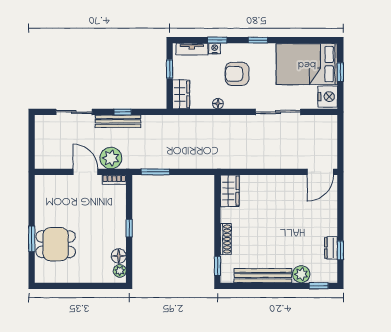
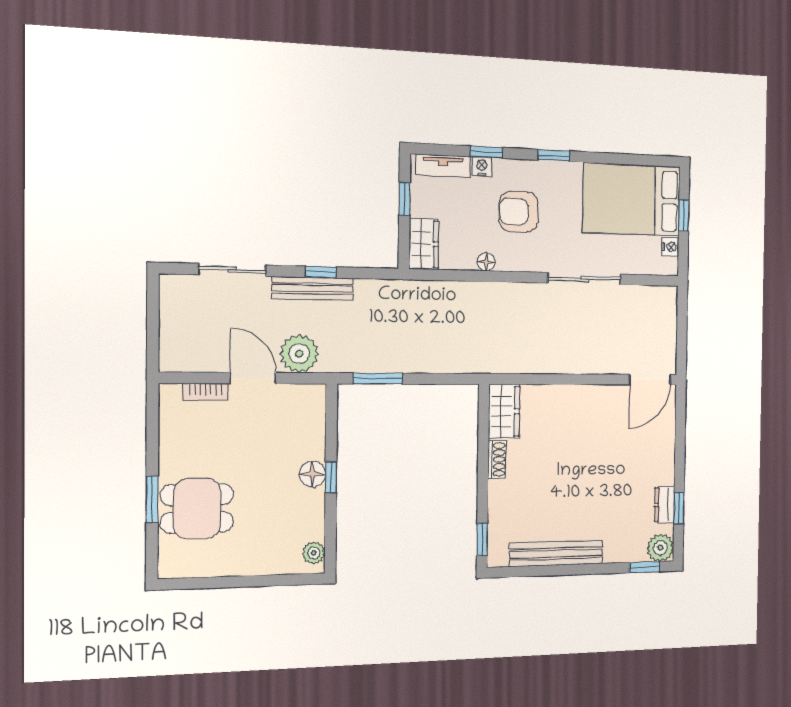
nightstand: (328, 97) -> (670, 247), width x0.53, depth x0.56
bookcase: (114, 180) -> (205, 392), moved
shoe rack: (226, 239) -> (497, 459), moved, width x0.70
floor lamp: (119, 256) -> (312, 474), moved
plant: (301, 274) -> (660, 548), moved

